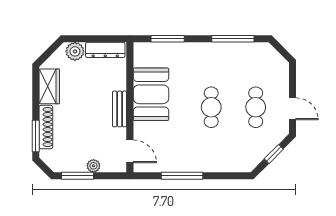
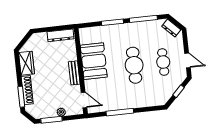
window: (168, 39) -> (112, 22), moved
plant: (75, 51) -> (41, 39), removed
dresser: (273, 57) -> (171, 28), added
cafe table: (211, 107) -> (134, 65), width x1.37, depth x1.35

